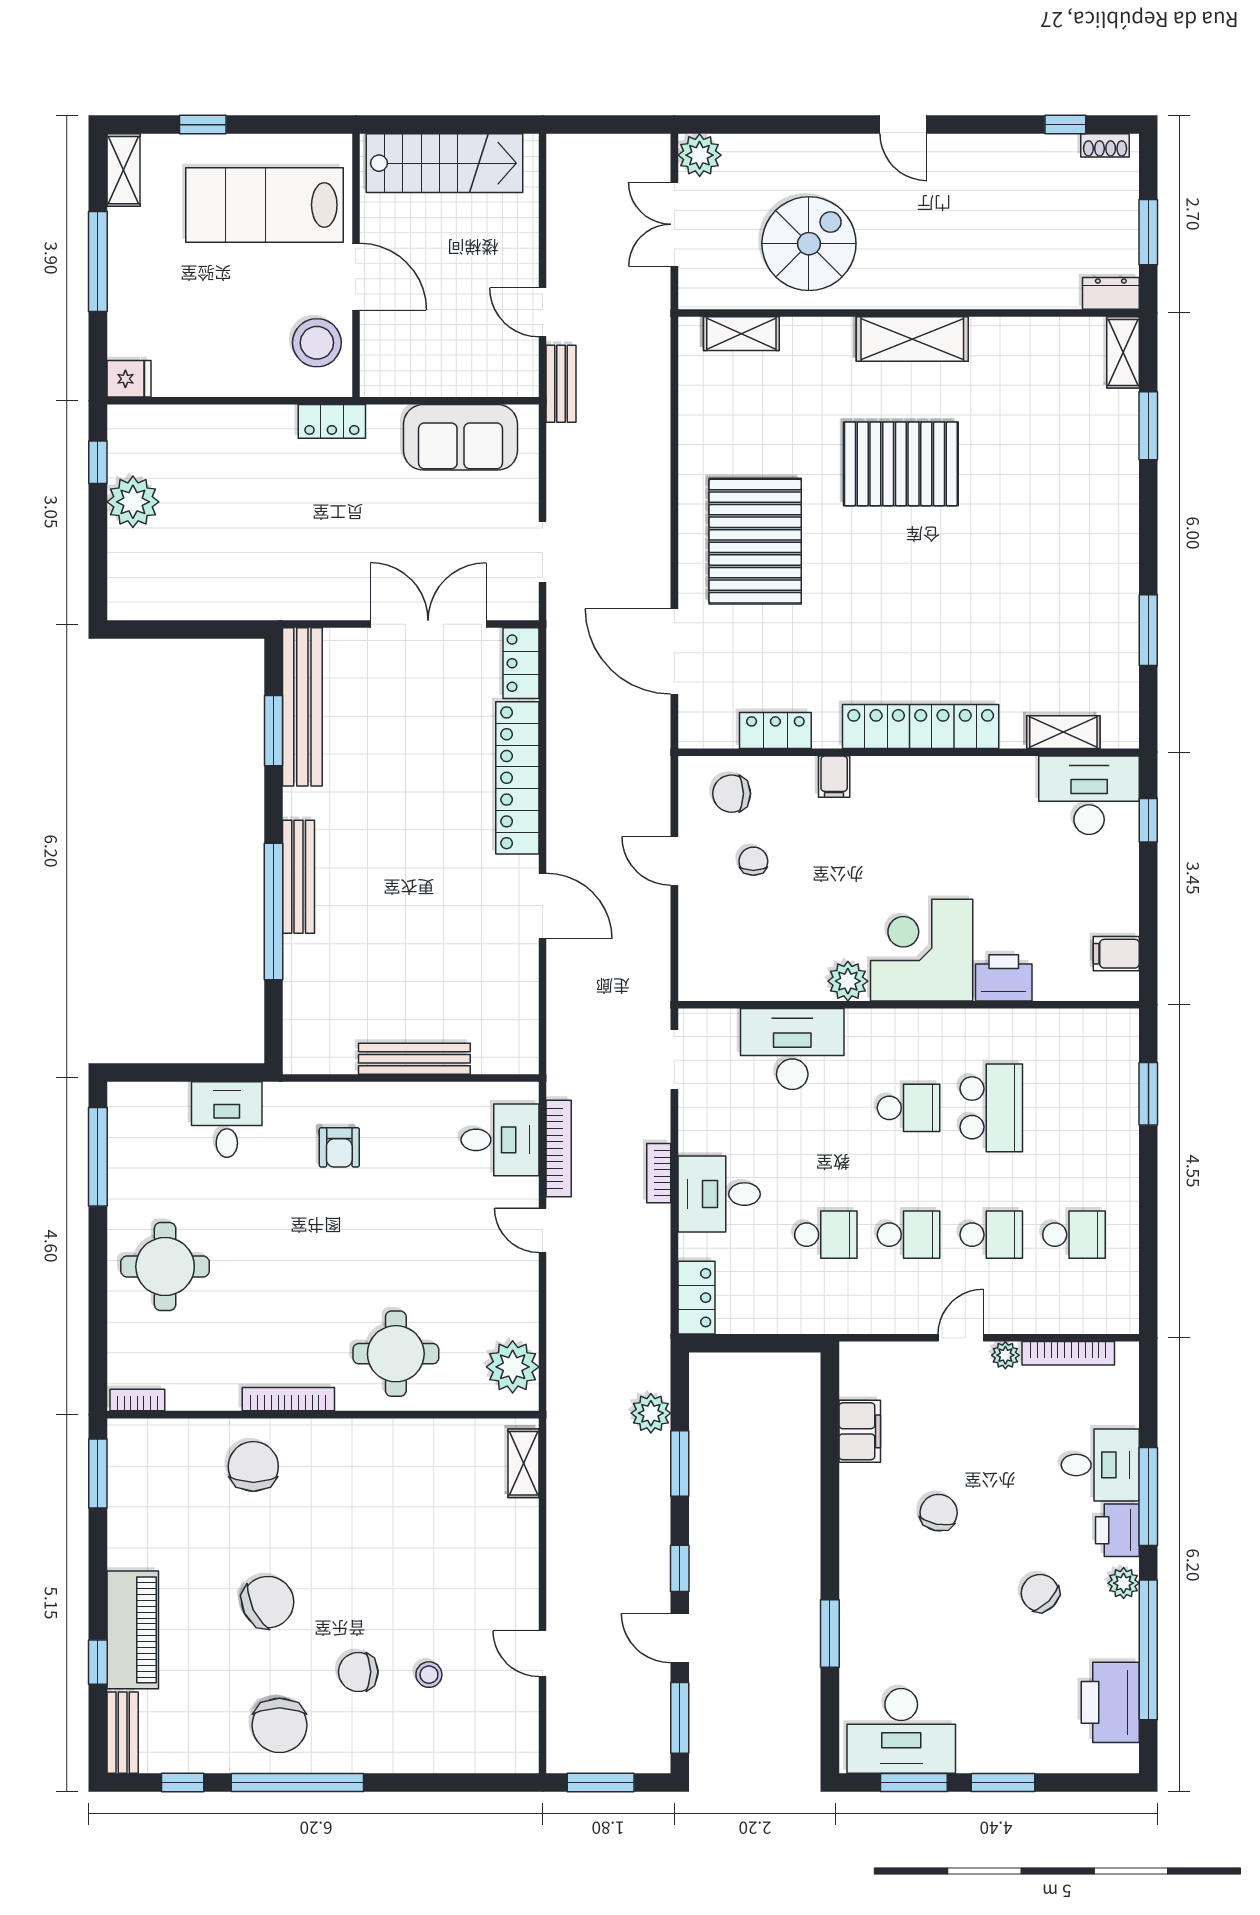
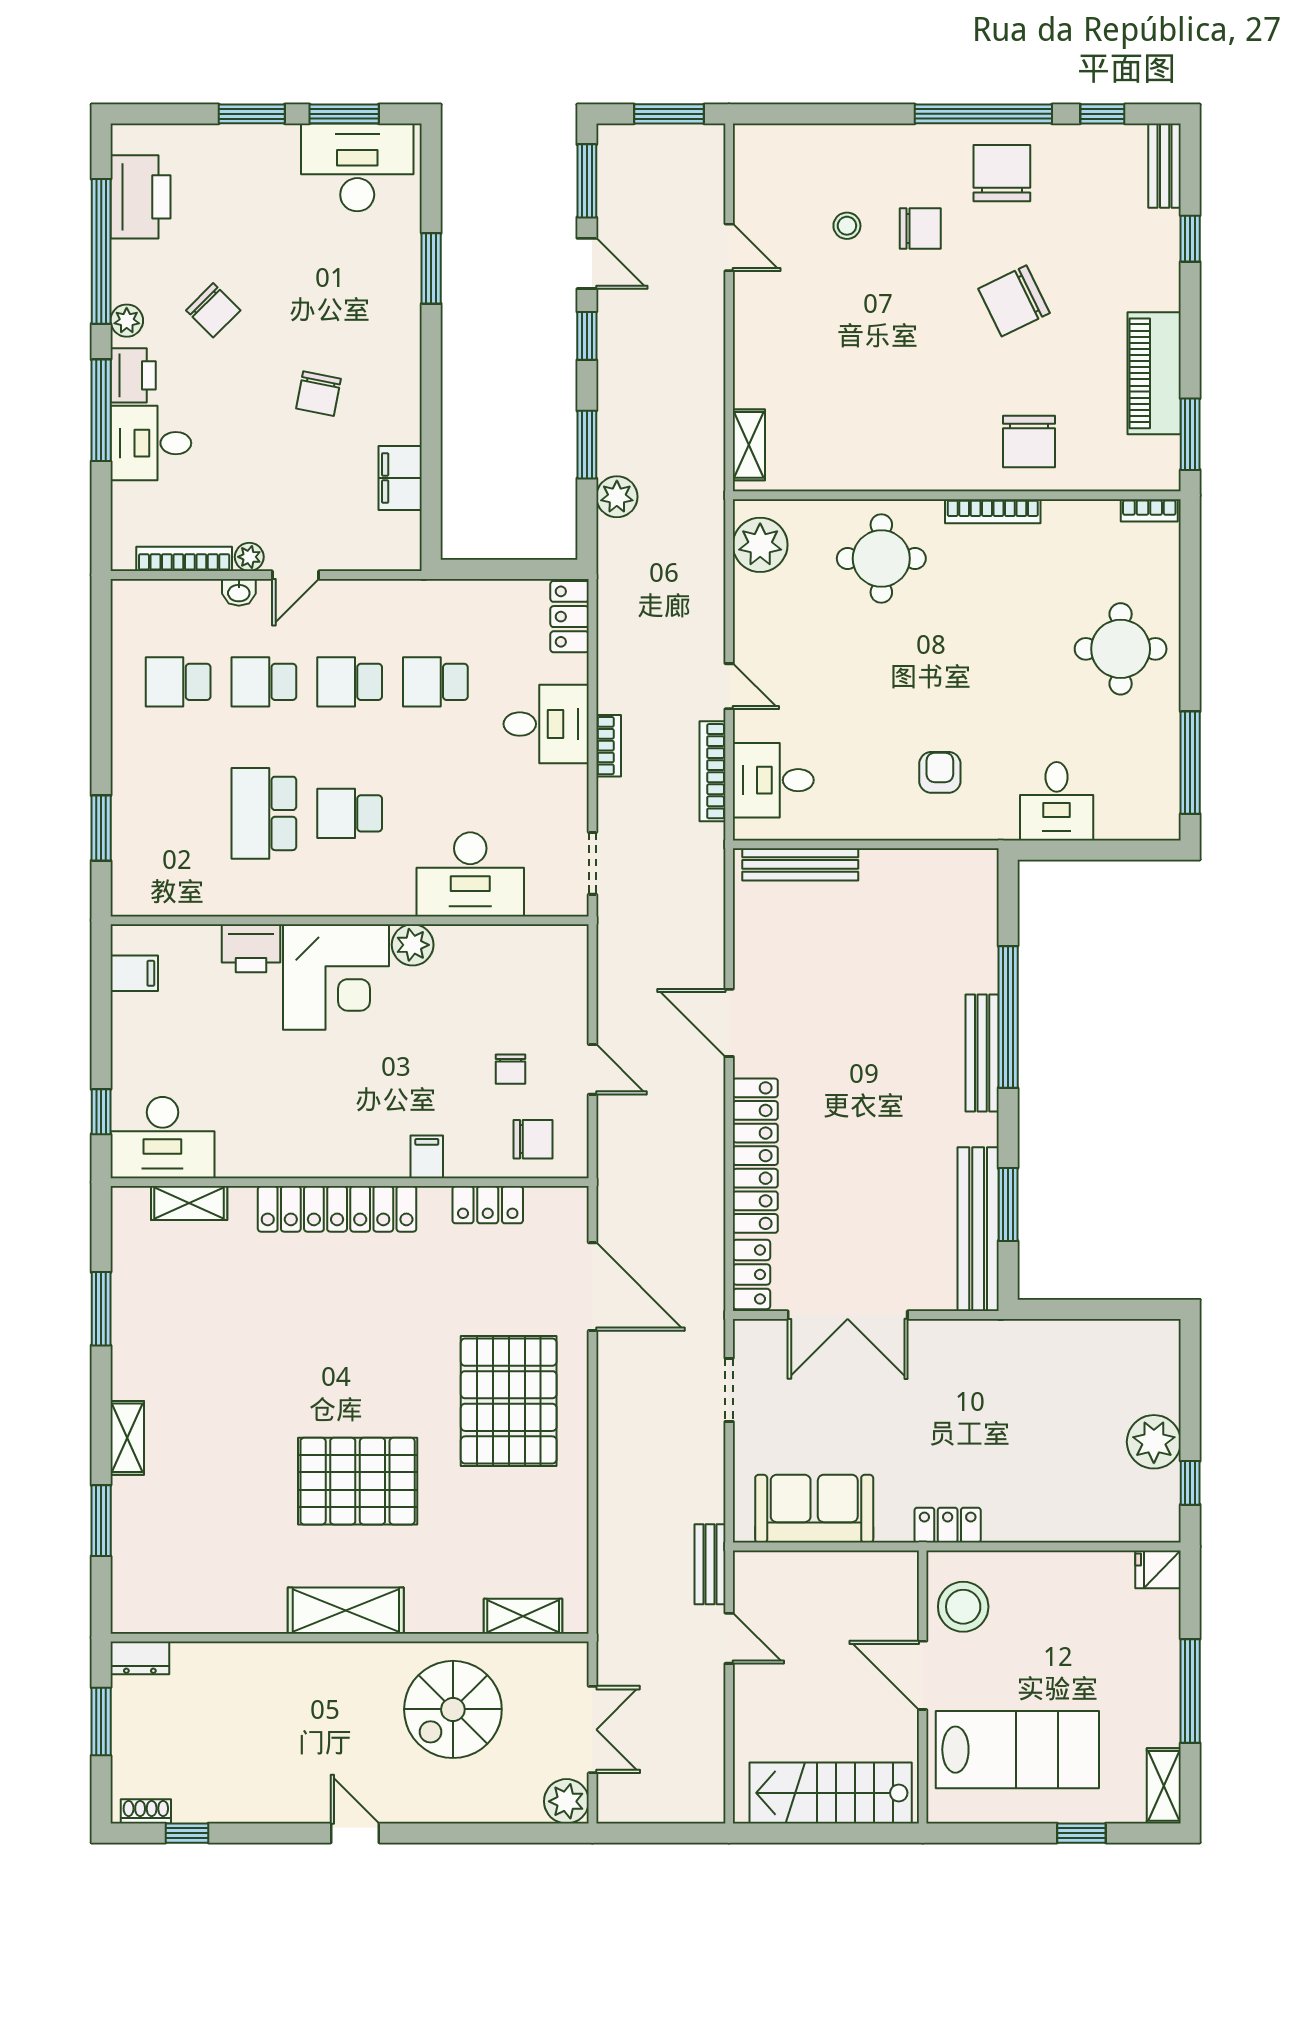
shelving: (1123, 352) -> (127, 1438), moved
bench: (414, 1059) -> (800, 864), moved
washbasin: (1015, 1321) -> (239, 592), added
piano: (133, 1630) -> (1154, 373), moved

